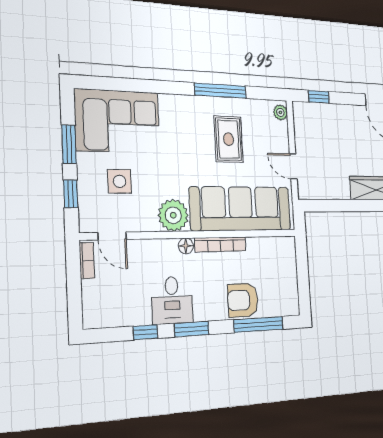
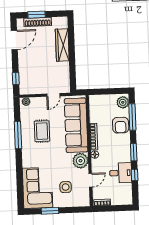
rug: (229, 139) -> (42, 131), turned 90
window: (71, 194) -> (72, 210), removed
door: (112, 236) -> (90, 180), moved
desk: (172, 300) -> (121, 173), moved
plant: (284, 304) -> (123, 102), added

